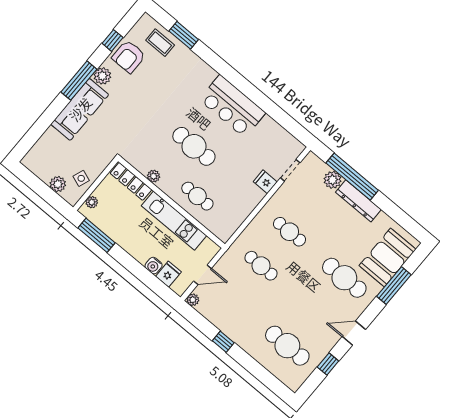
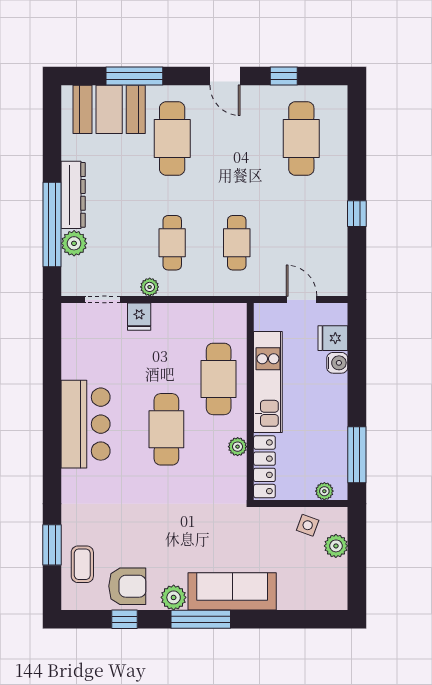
cafe table: (197, 196) -> (219, 379), width x1.37, depth x1.35
plant: (193, 300) -> (150, 287), moved

